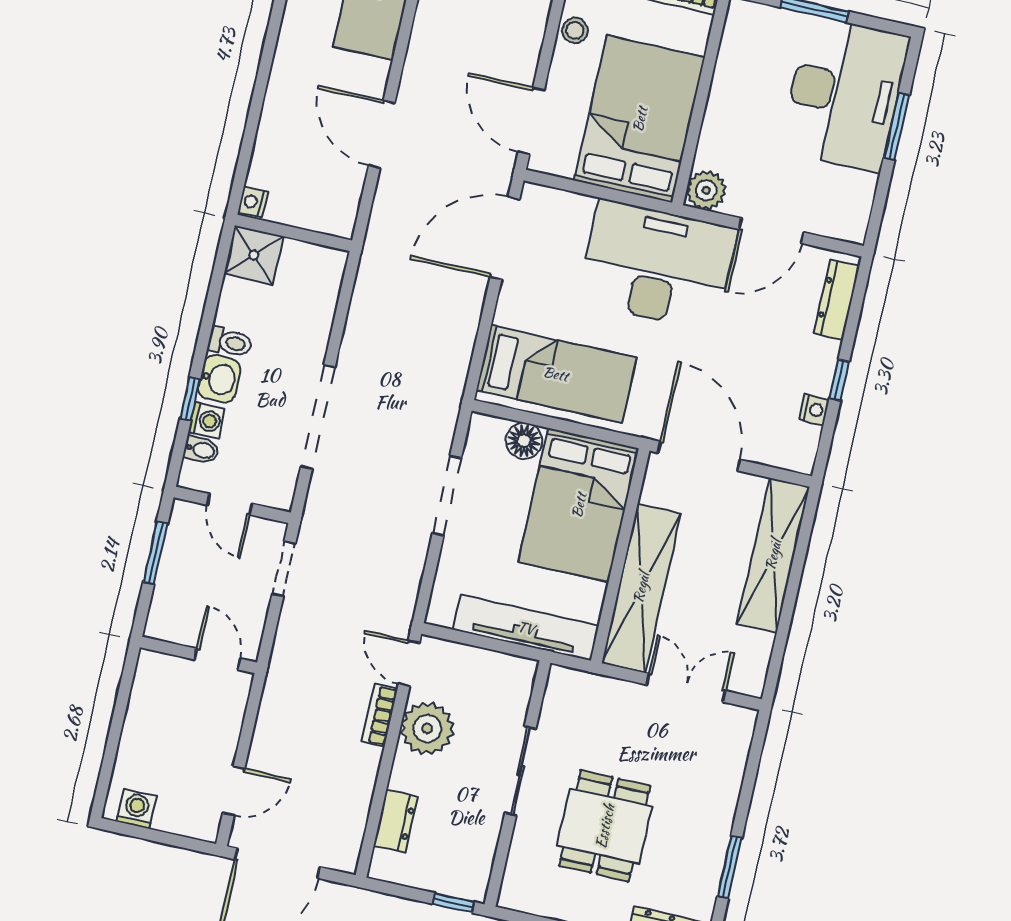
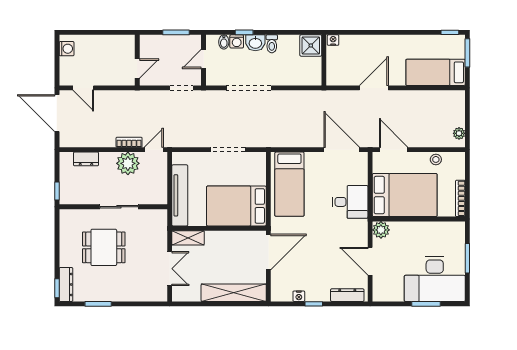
door: (531, 121) -> (394, 150), hinge flipped
desk: (657, 265) -> (350, 202), width x0.53, depth x0.77
floor lamp: (524, 441) -> (258, 177), removed
shelving: (641, 588) -> (188, 238), width x0.45, depth x0.75

